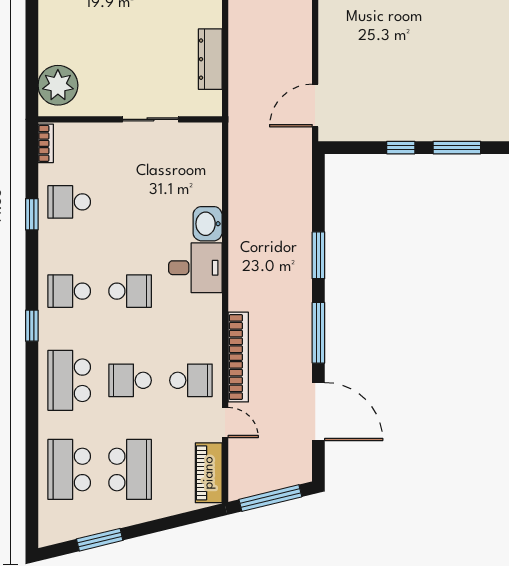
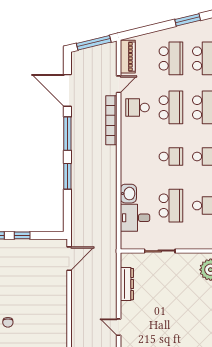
school desk: (130, 202) -> (171, 206), added
desk: (195, 268) -> (135, 218), moved
school desk: (130, 291) -> (171, 157), turned 180
school desk: (130, 380) -> (171, 107), width x1.85
door: (225, 423) -> (119, 84), swing flipped
school desk: (130, 469) -> (171, 58), turned 180

